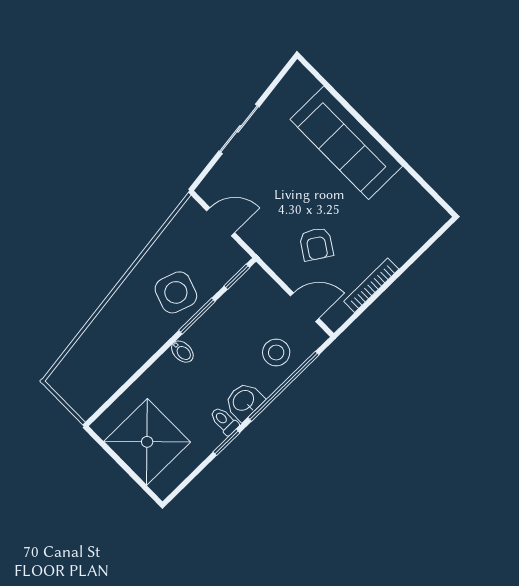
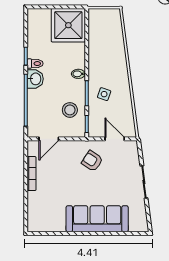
door: (221, 222) -> (115, 139), swing flipped
armchair: (316, 244) -> (92, 161), moved
side table: (176, 292) -> (104, 94), width x0.54, depth x0.54
stool: (276, 352) -> (70, 110), moved
shower: (147, 442) -> (68, 25), moved

